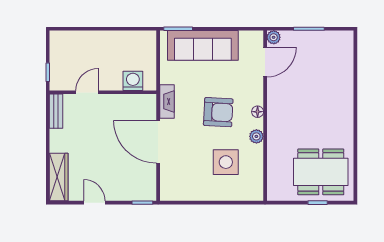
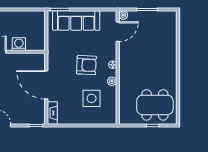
washing machine: (133, 81) -> (19, 44), moved
fireplace: (167, 102) -> (52, 113), moved

